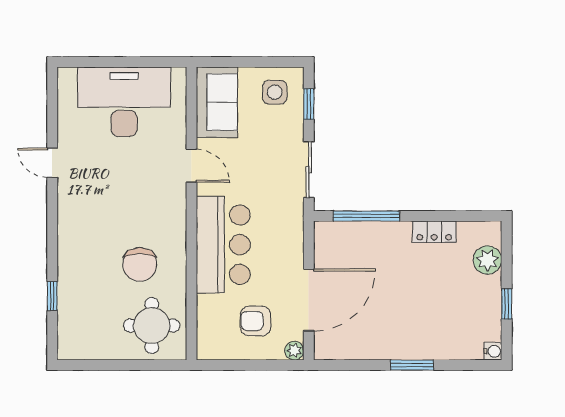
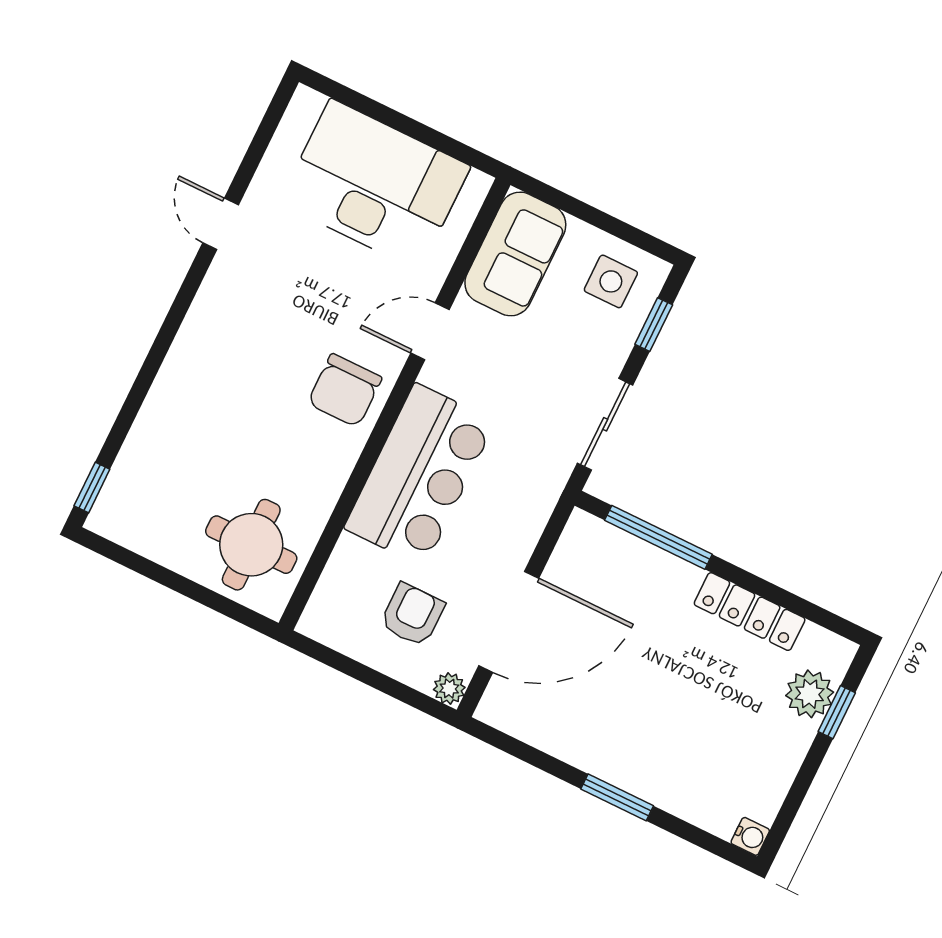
door: (191, 166) -> (430, 331), swing flipped
locker: (434, 232) -> (750, 612), width x1.53
chair: (140, 264) -> (345, 390), moved
window: (52, 296) -> (92, 488), moved
window: (507, 304) -> (837, 712), moved
armchair: (256, 321) -> (412, 615), turned 90

